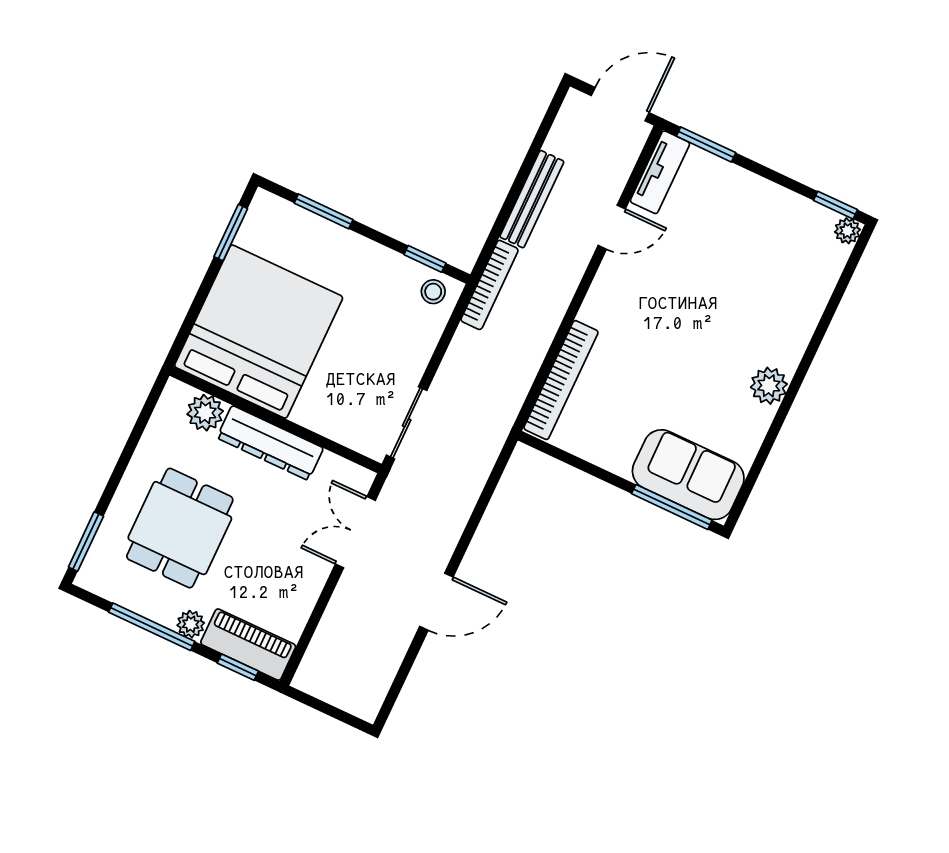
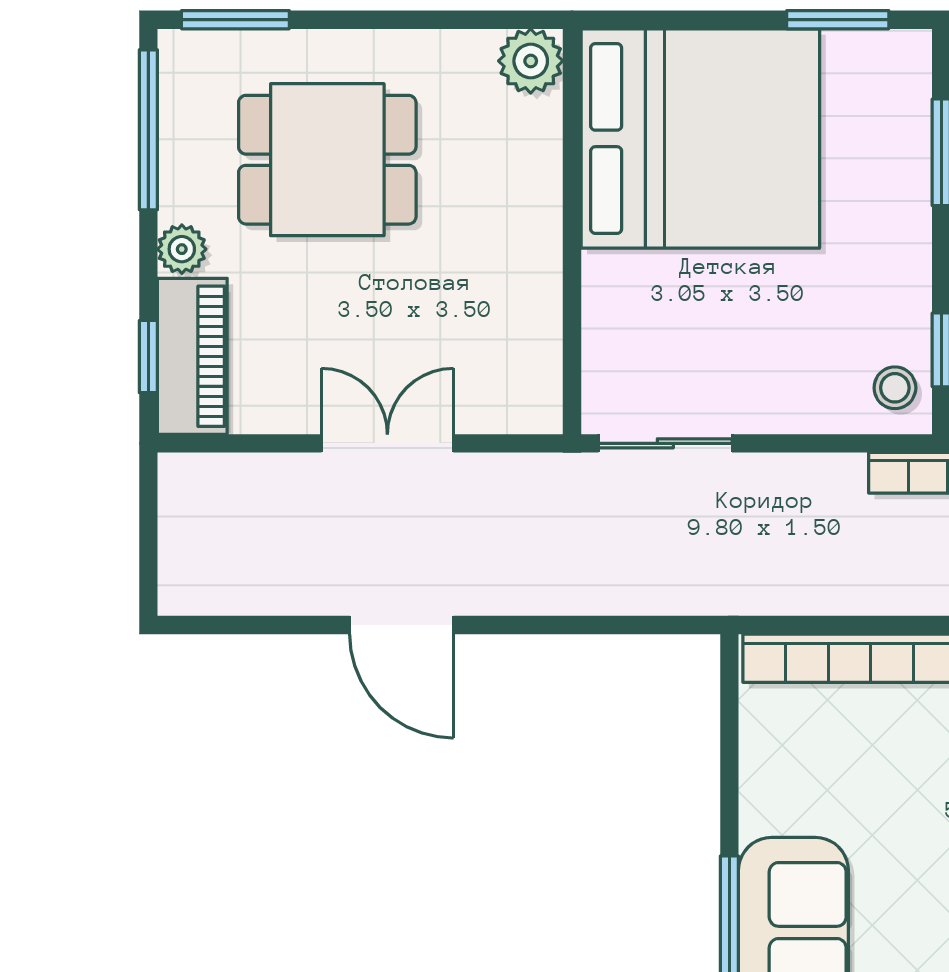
plant: (205, 413) -> (531, 61), moved
dresser: (270, 443) -> (531, 240), removed
double door: (355, 532) -> (387, 443), moved
window: (152, 627) -> (148, 130), moved

